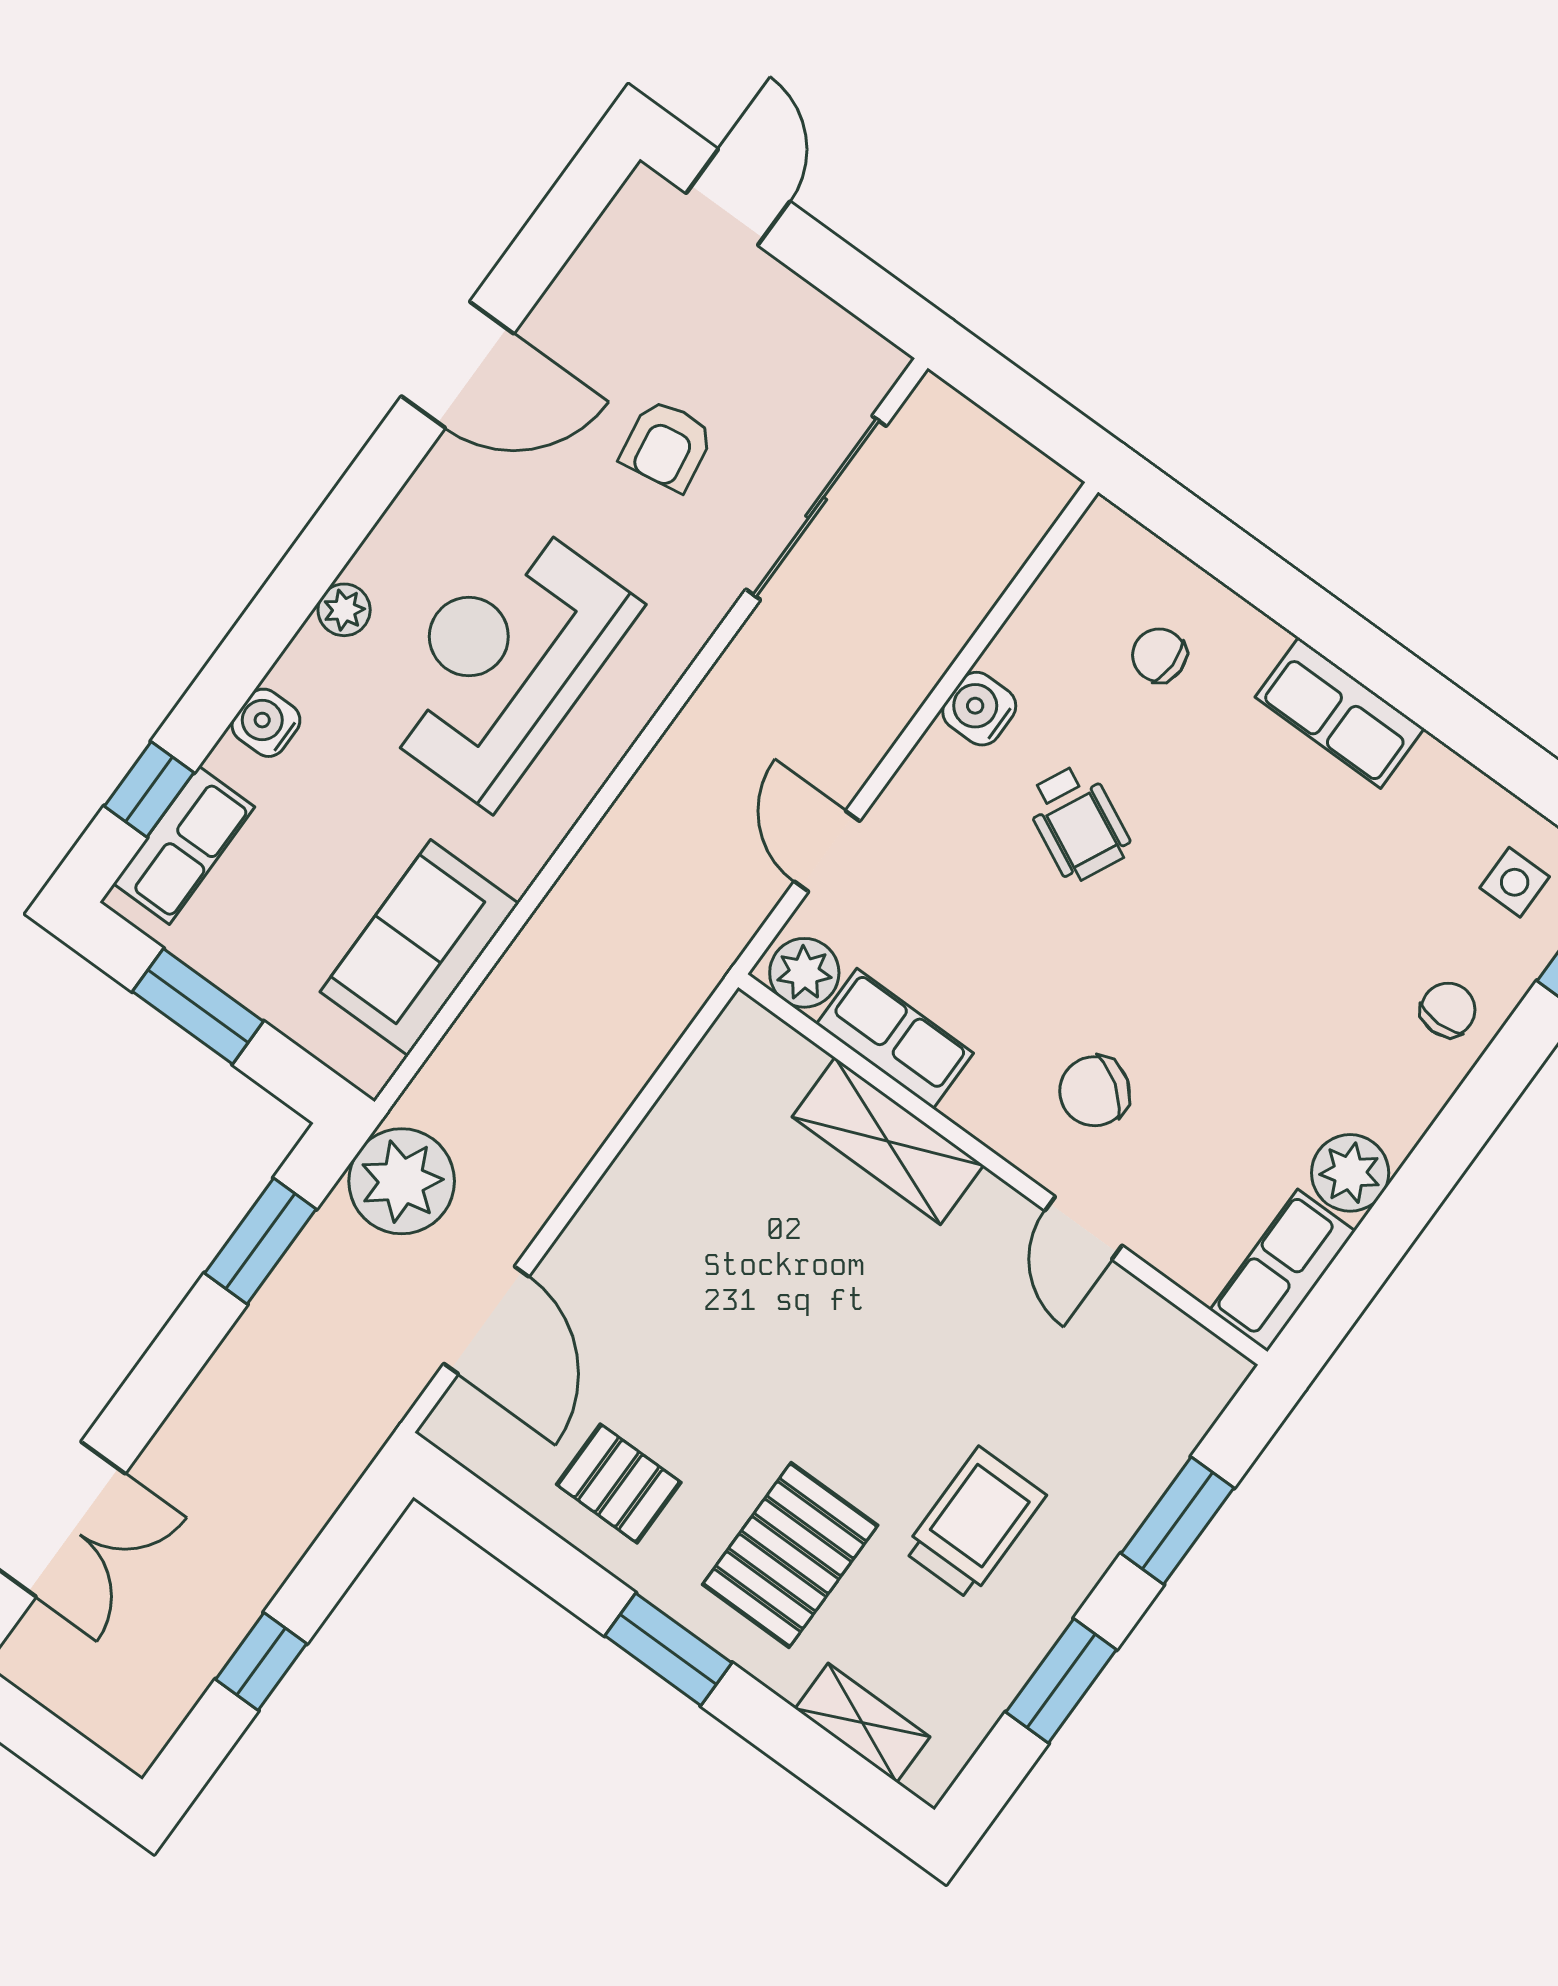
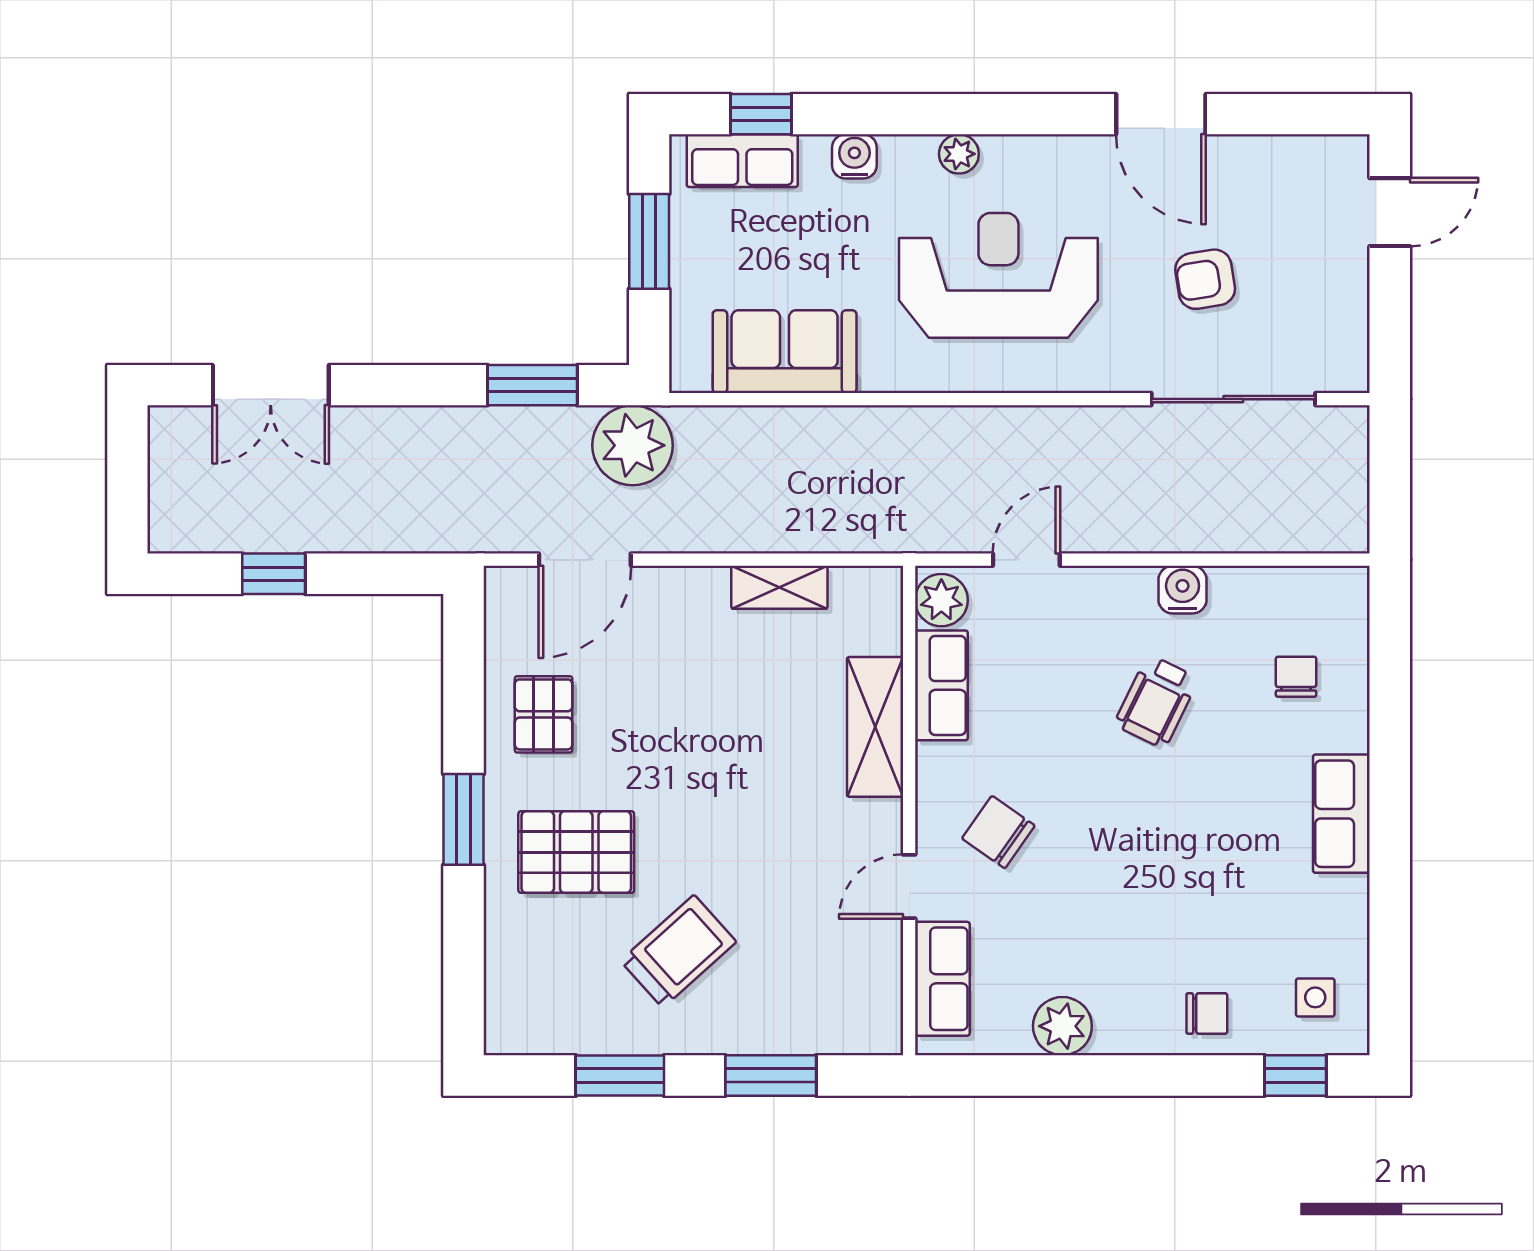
row of seats: (1283, 1270) -> (942, 979), moved, turned 90
trolley: (974, 1523) -> (678, 951), turned -42
shelving: (862, 1723) -> (779, 587), moved, turned 90

